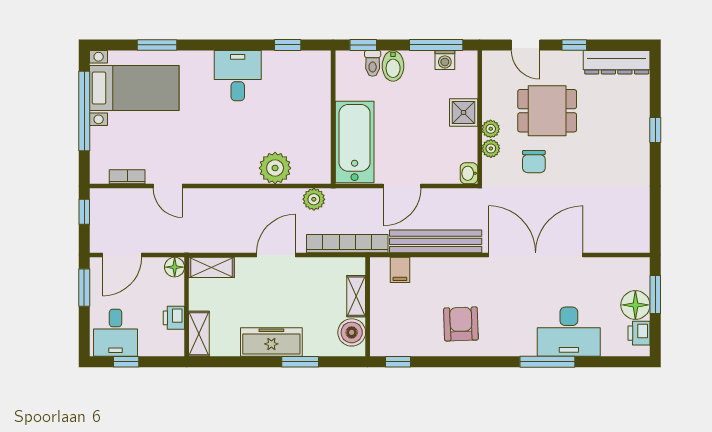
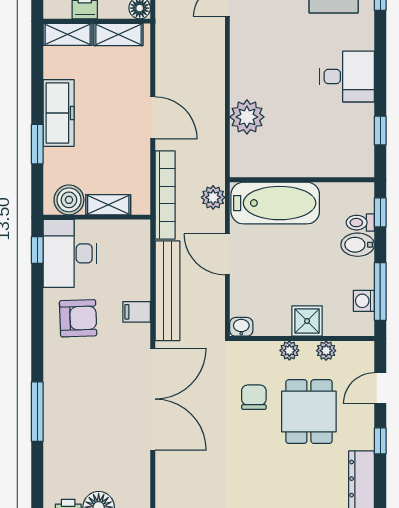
plant: (491, 148) -> (326, 351), moved
chair: (534, 162) -> (254, 397), turned 90
plant: (314, 199) -> (213, 197), moved
shelving: (211, 267) -> (118, 35), moved, turned 90
filing cabinet: (400, 270) -> (137, 312), moved
desk: (569, 332) -> (70, 253), moved

